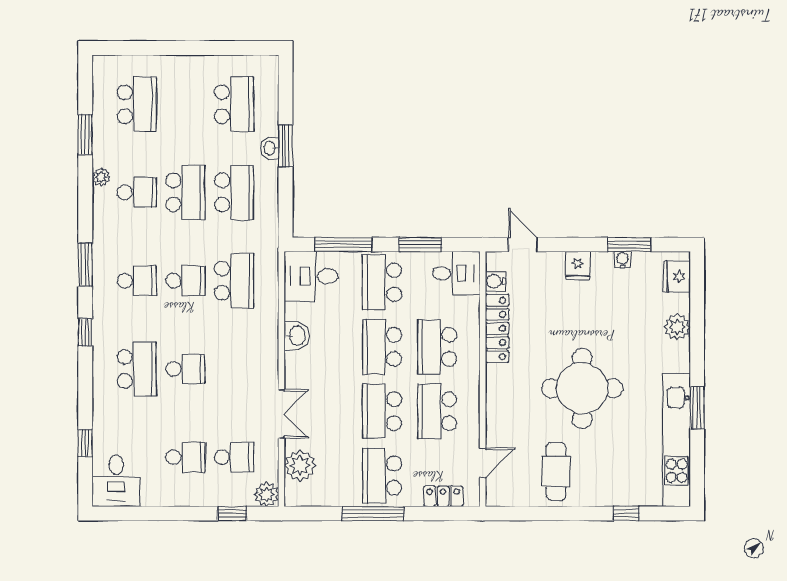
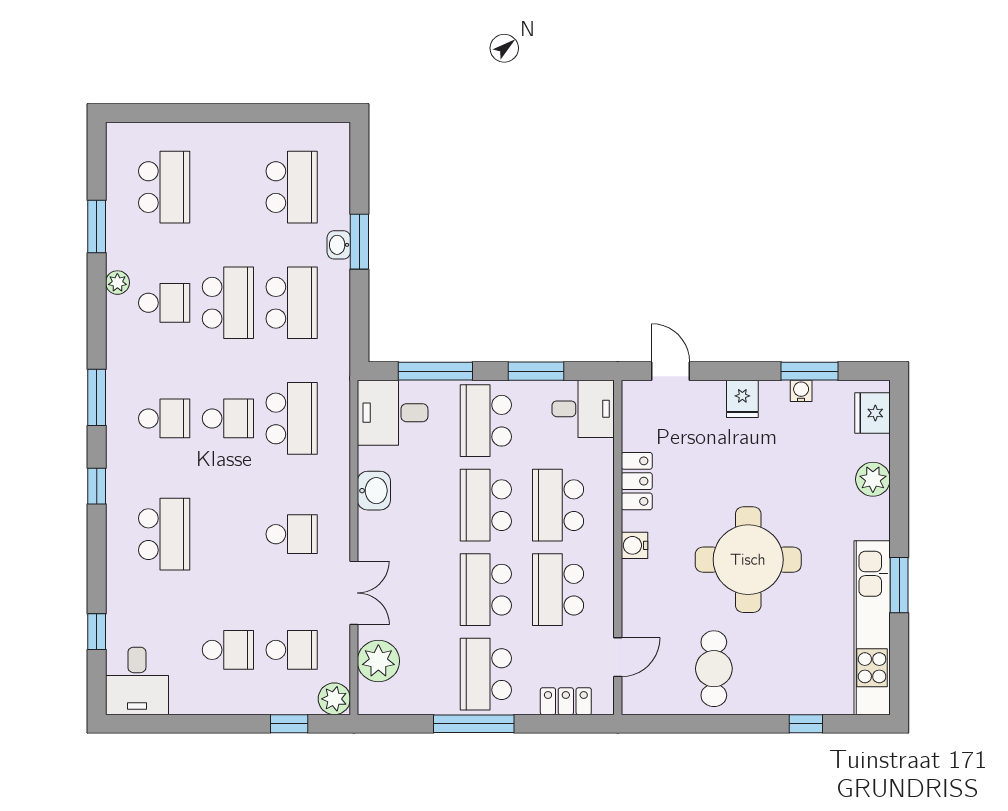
water cooler: (495, 281) -> (635, 545), moved
locker: (497, 328) -> (637, 481), width x0.66
school desk: (185, 369) -> (292, 534), moved

